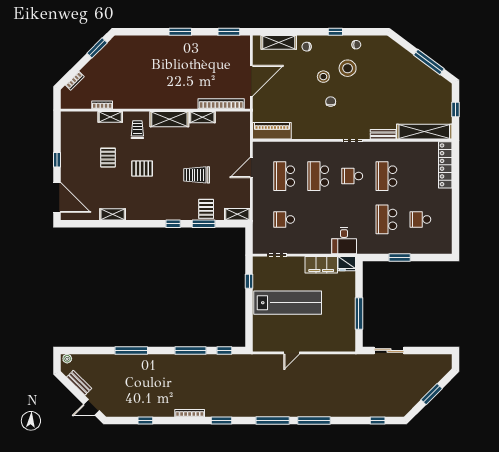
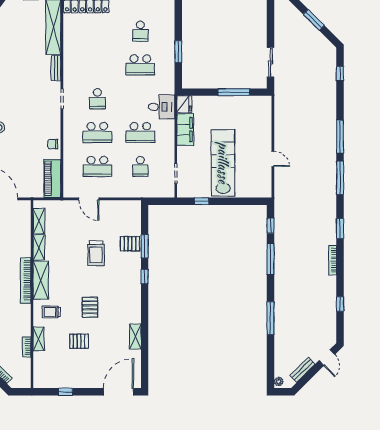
chair: (331, 102) -> (53, 144), moved
bookcase: (221, 104) -> (26, 281), moved
window: (57, 160) -> (65, 392), moved
school desk: (386, 176) -> (140, 133), moved
shelving: (237, 214) -> (39, 221), moved

